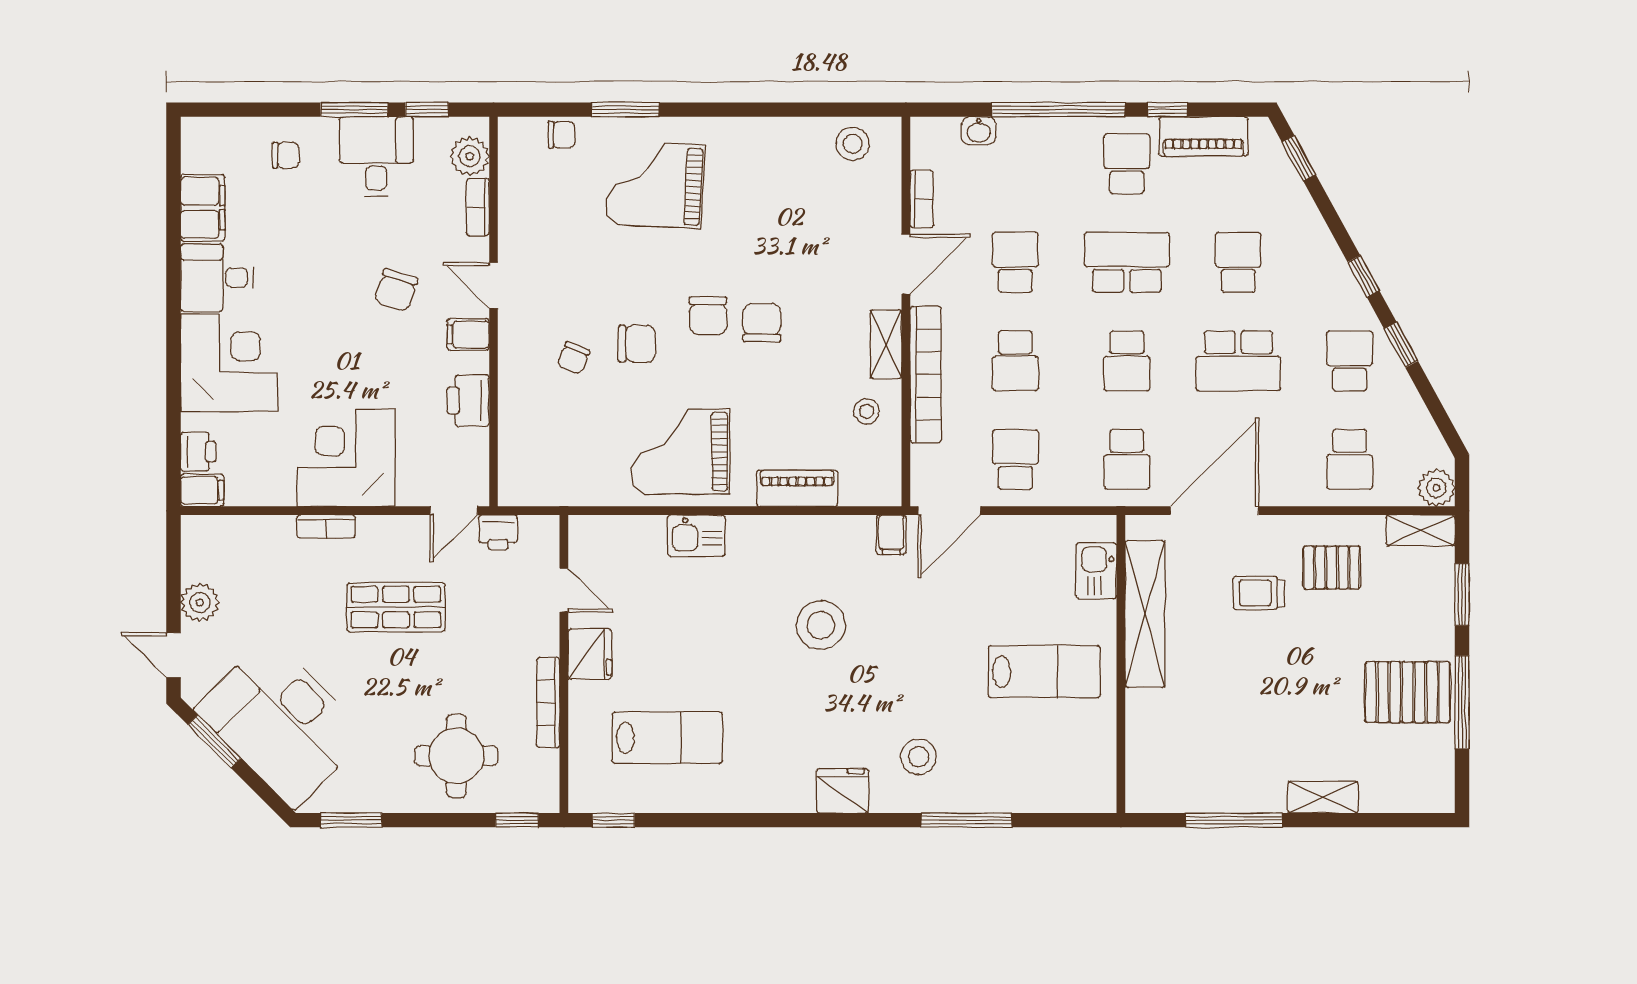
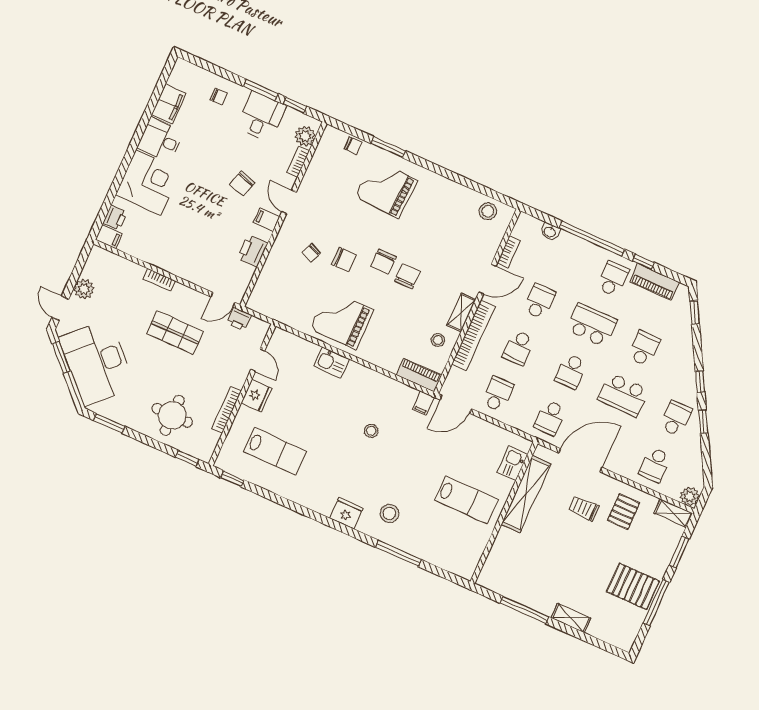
corner desk: (346, 458) -> (183, 252), removed
piano: (797, 488) -> (419, 375), moved
pallet: (1332, 567) -> (624, 512), turned 90
stool: (821, 625) -> (371, 431), width x0.53, depth x0.53

